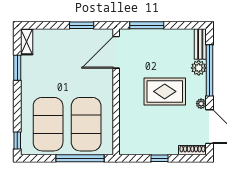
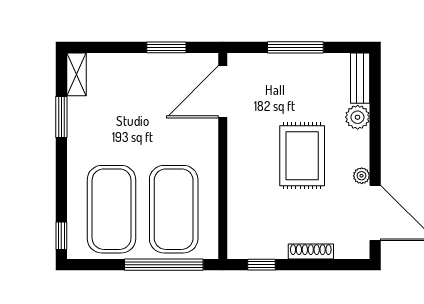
window: (147, 25) -> (295, 47), moved
window: (210, 70) -> (375, 121), removed
rug: (165, 91) -> (302, 156), turned 90
shoe rack: (192, 150) -> (311, 252), moved
window: (159, 158) -> (261, 265), moved

